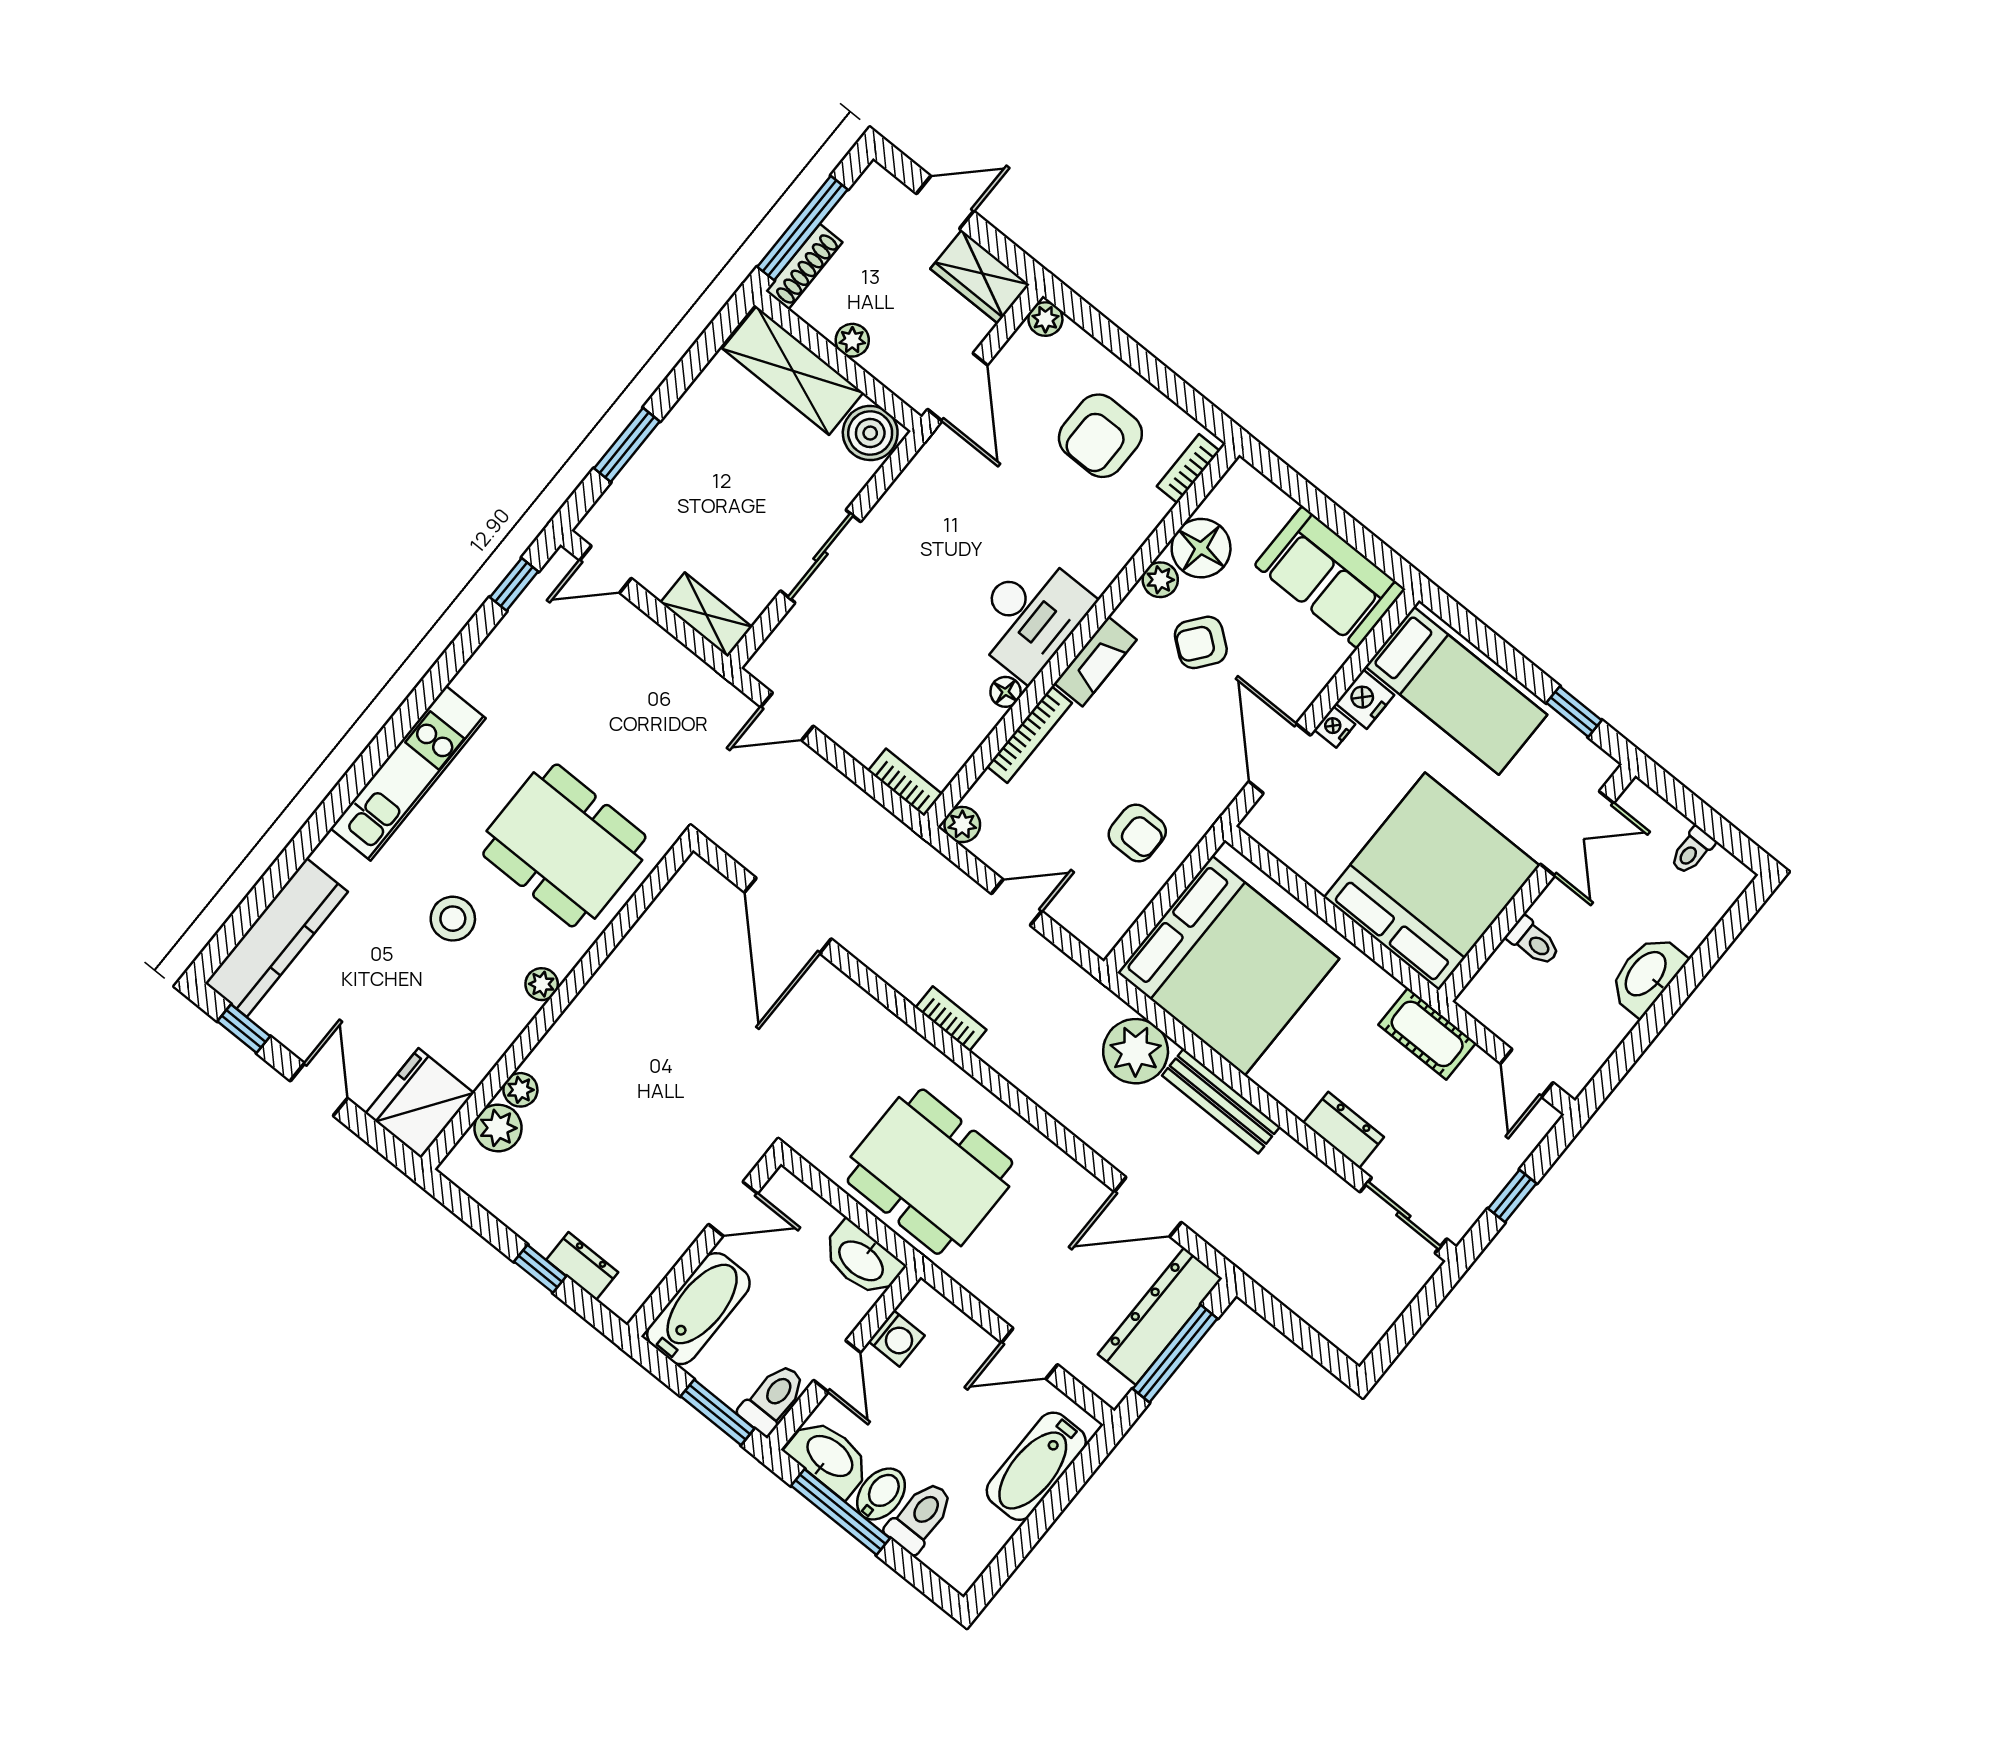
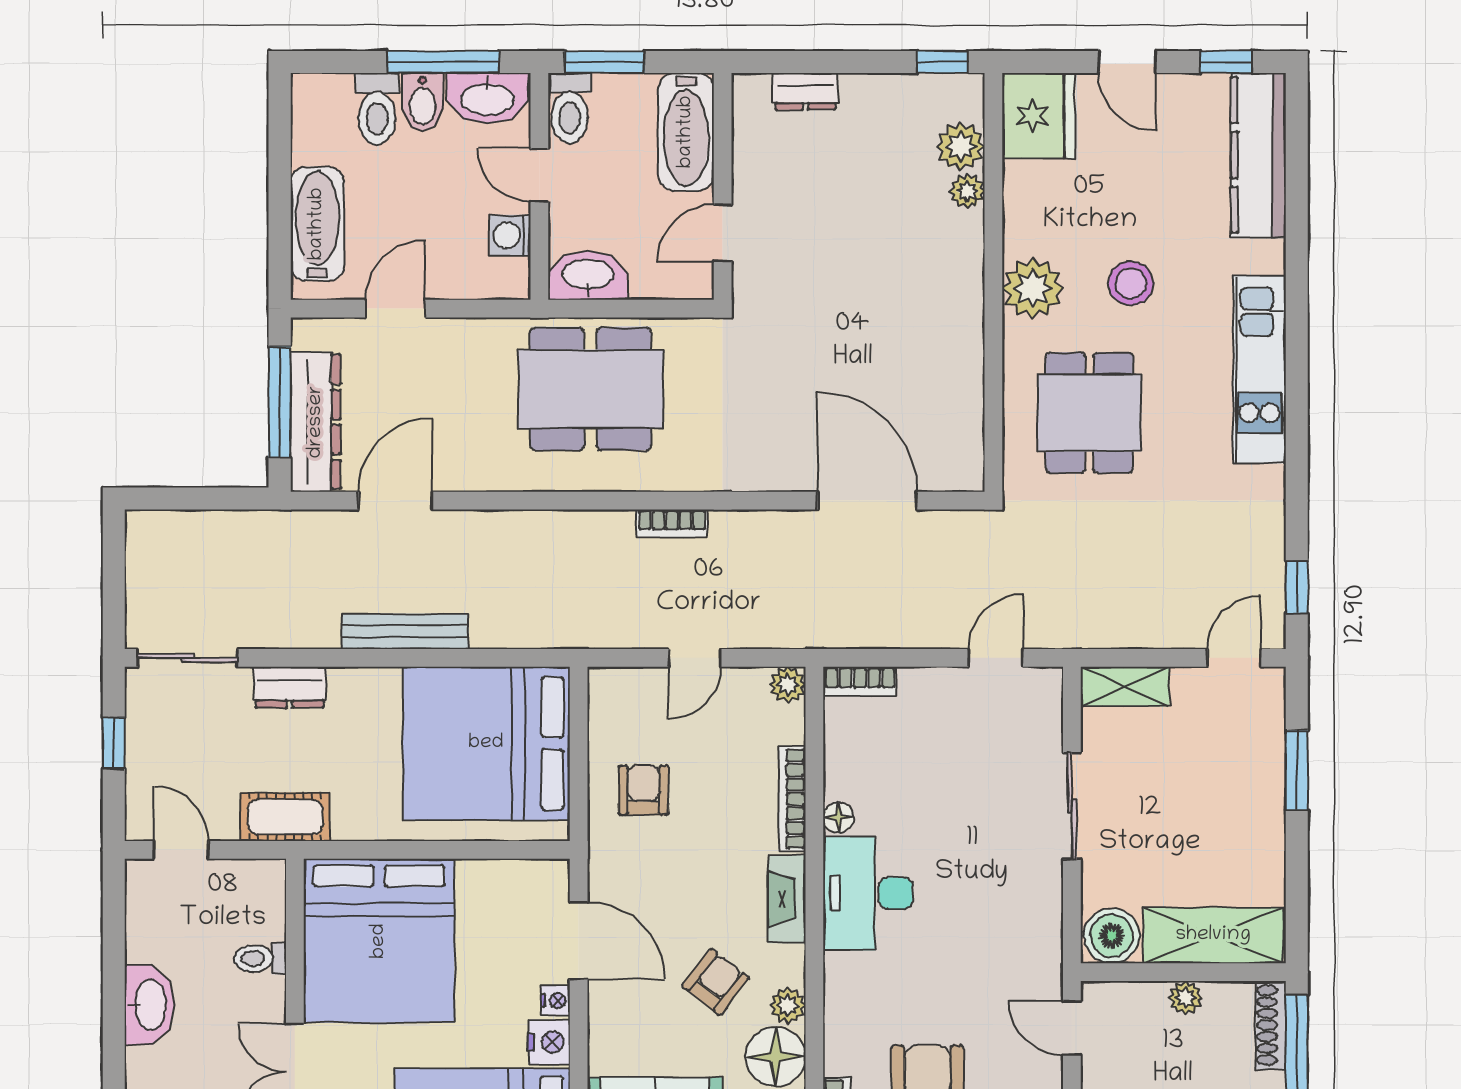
door: (958, 387) -> (1072, 1028), width x0.73
armchair: (1137, 833) -> (644, 790), turned 90
dining table: (564, 845) -> (1089, 413), width x0.73
plant: (542, 984) -> (1033, 288), width x1.88, depth x1.88
plant: (1136, 1051) -> (505, 616), removed
window: (540, 1269) -> (942, 62), moved

